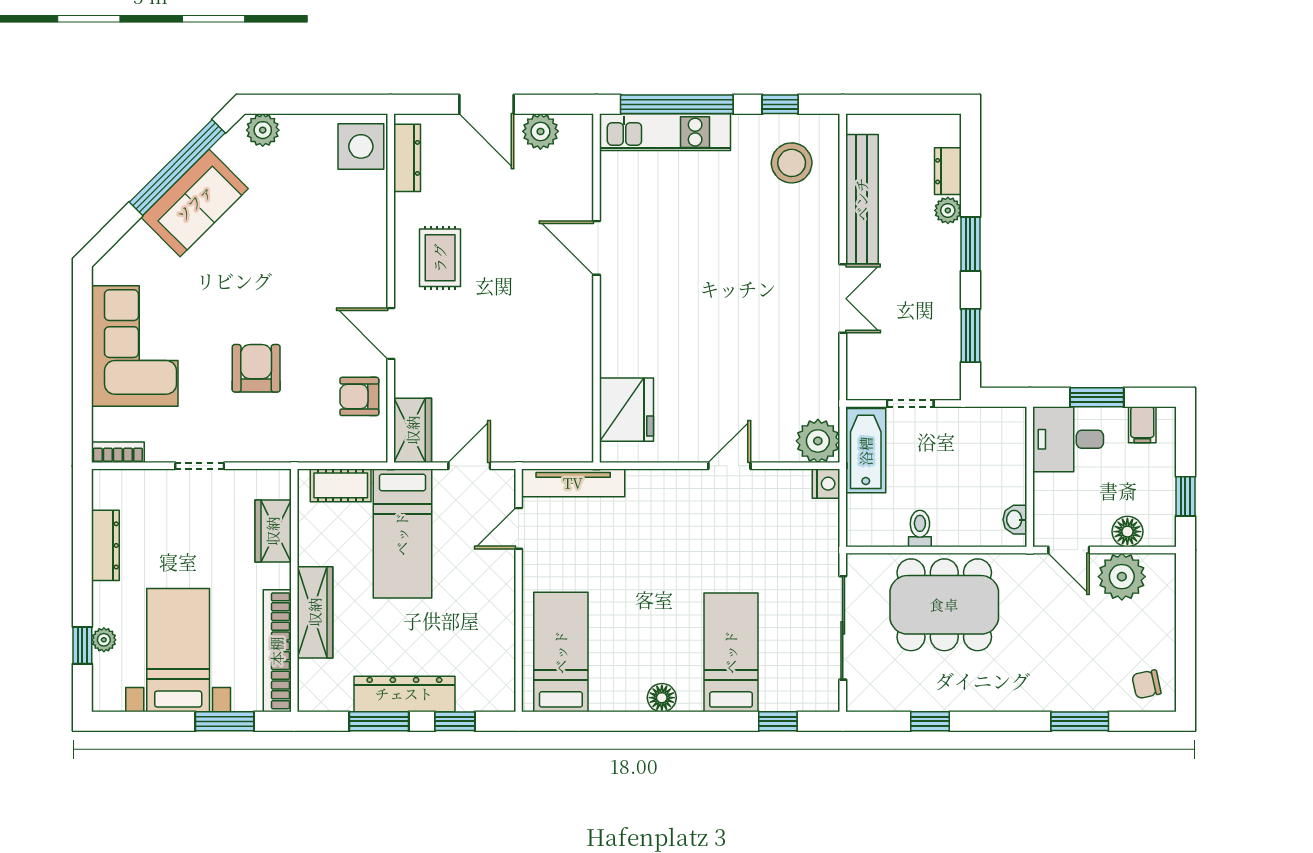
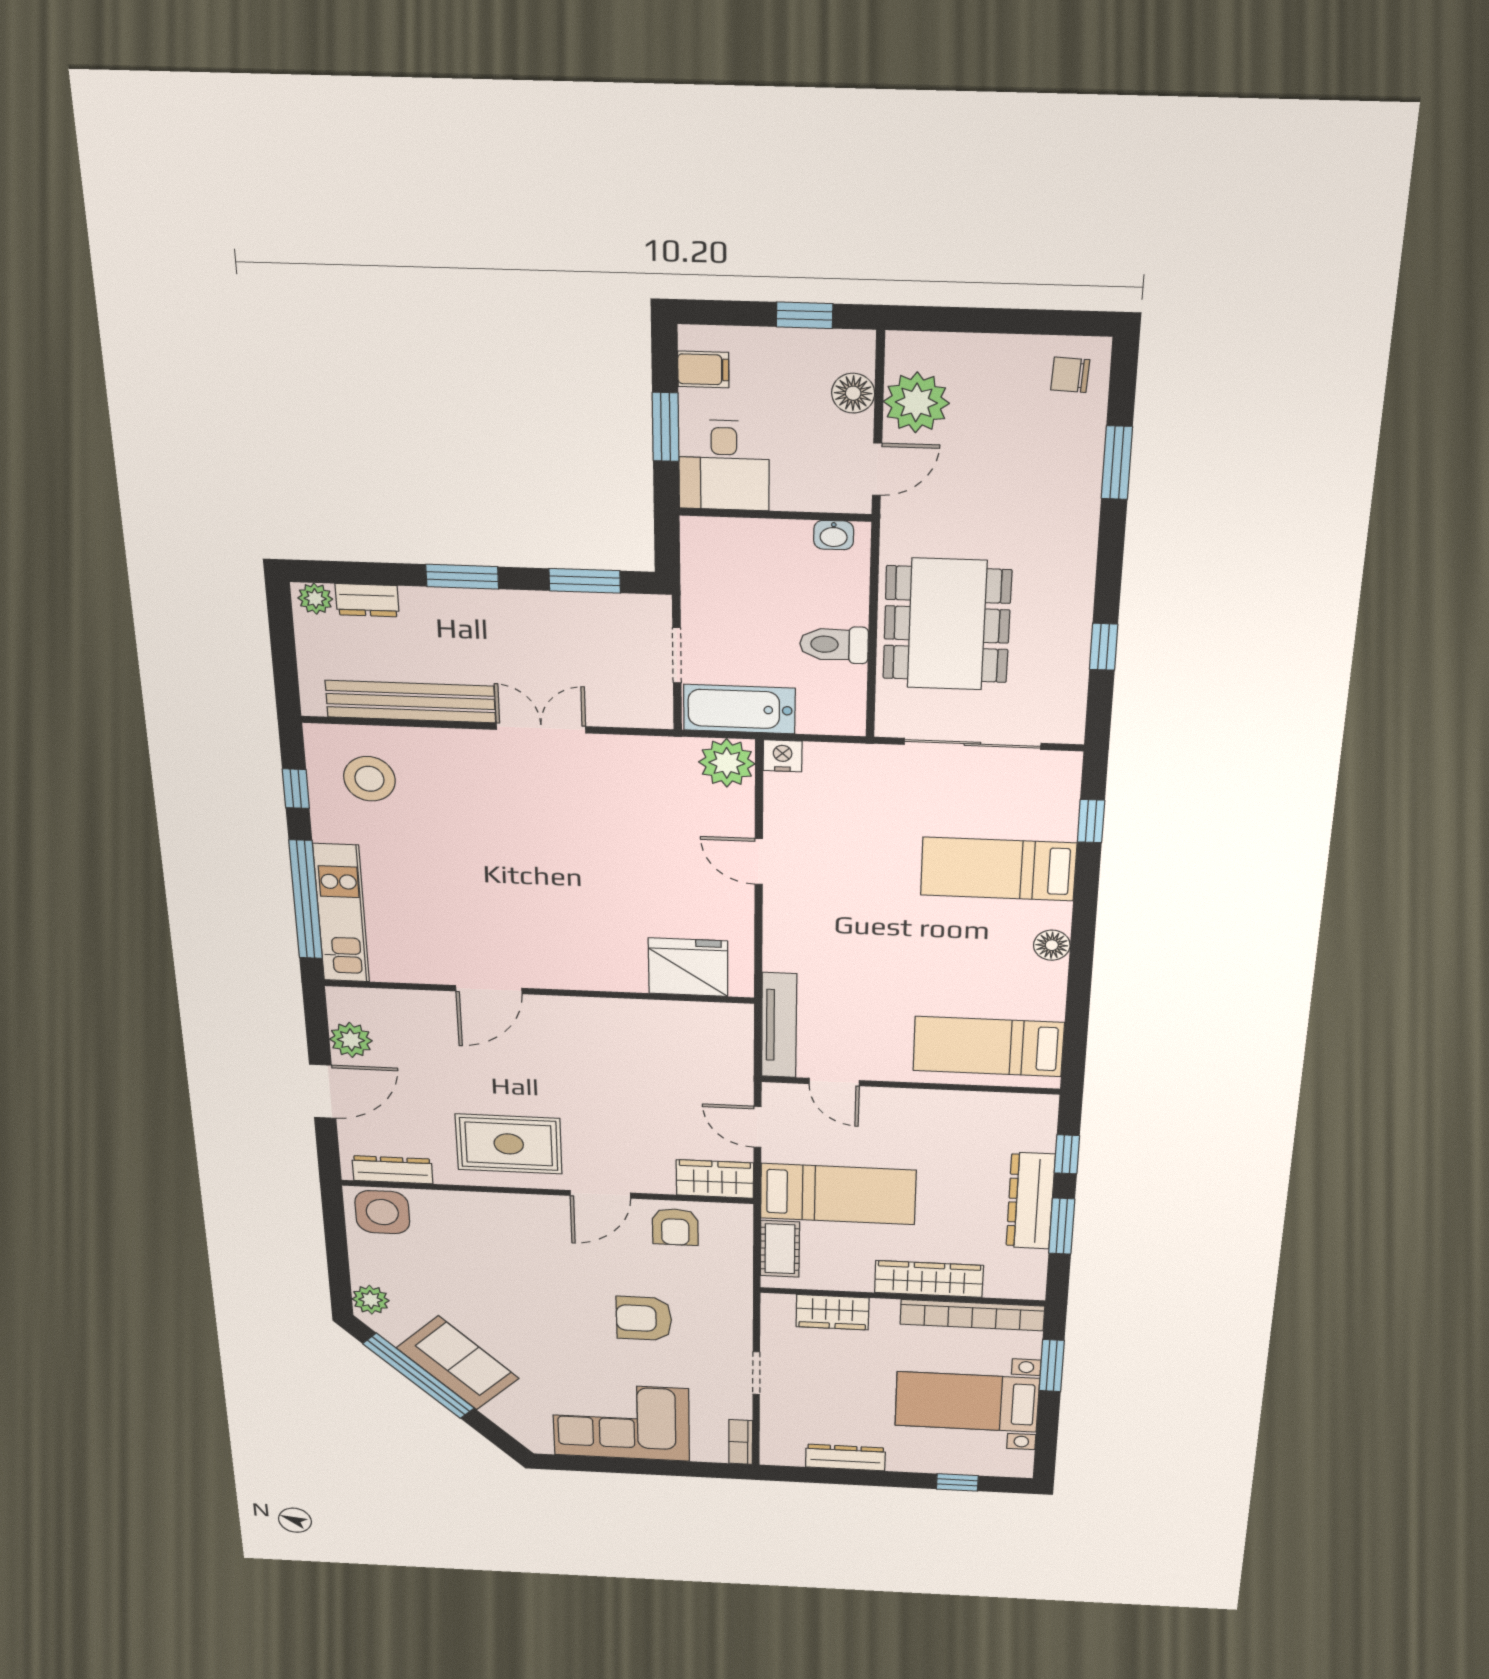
plant: (948, 210) -> (315, 599), moved
rug: (440, 258) -> (509, 1144), width x1.36, depth x1.43
toilet: (920, 528) -> (834, 644), width x1.37, depth x1.39
plant: (104, 640) -> (952, 1464), removed
chair: (1146, 684) -> (1070, 375), turned 105

